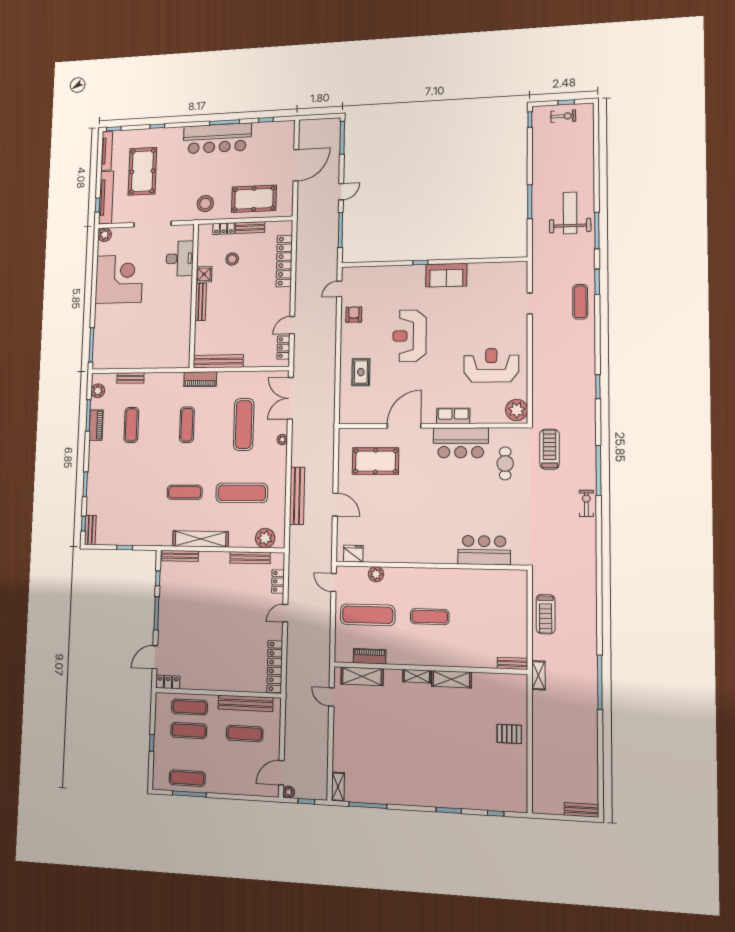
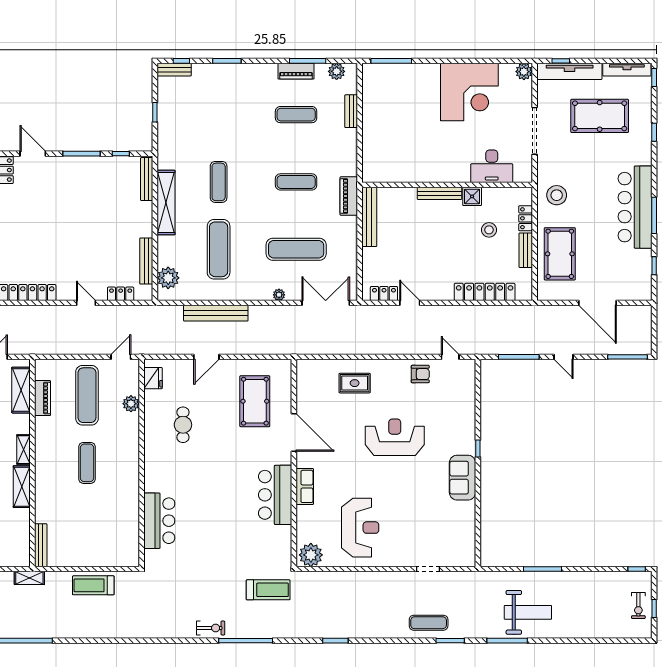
cafe table: (505, 463) -> (183, 425), moved, turned 90
bench: (512, 663) -> (41, 545), width x1.36

